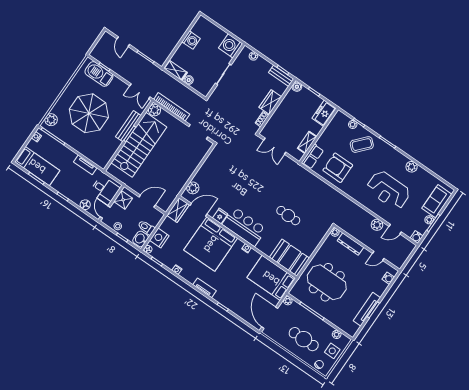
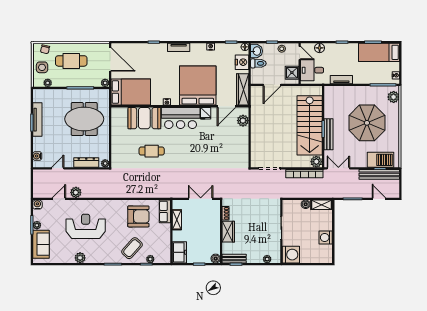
bench: (109, 62) -> (379, 174), added
wardrobe: (178, 210) -> (243, 89), width x1.50
booth: (290, 258) -> (144, 118), moved

